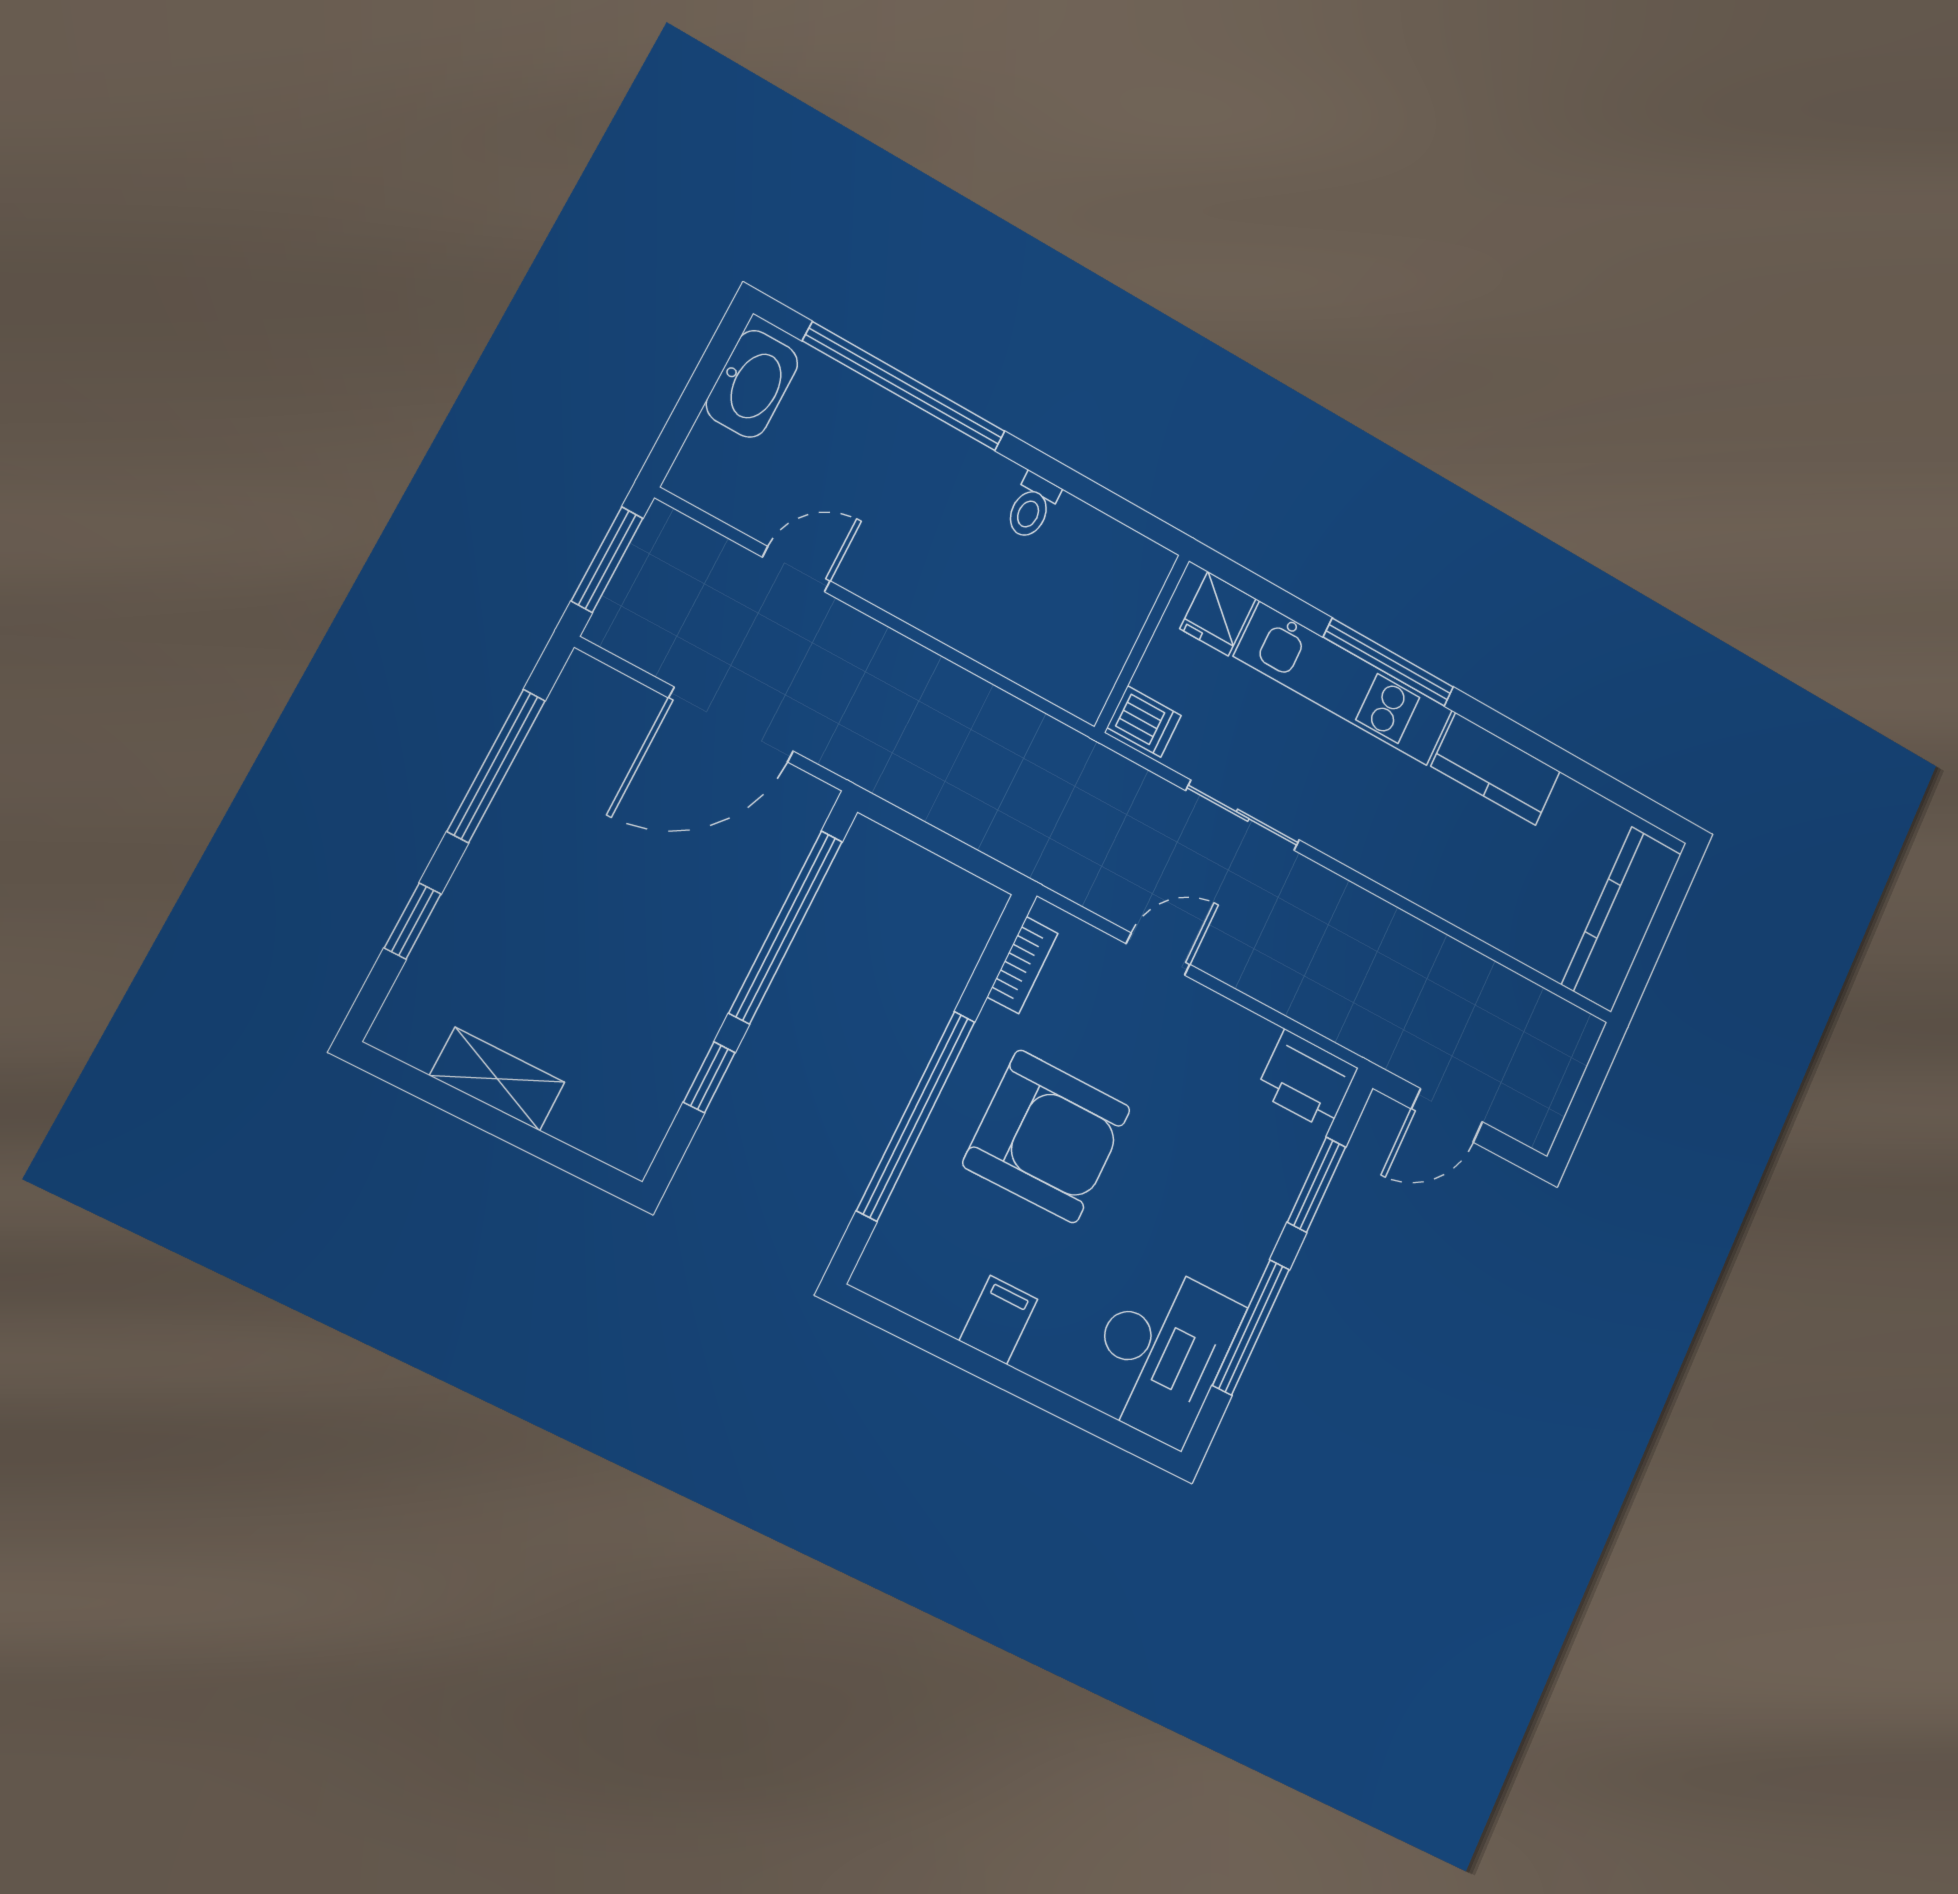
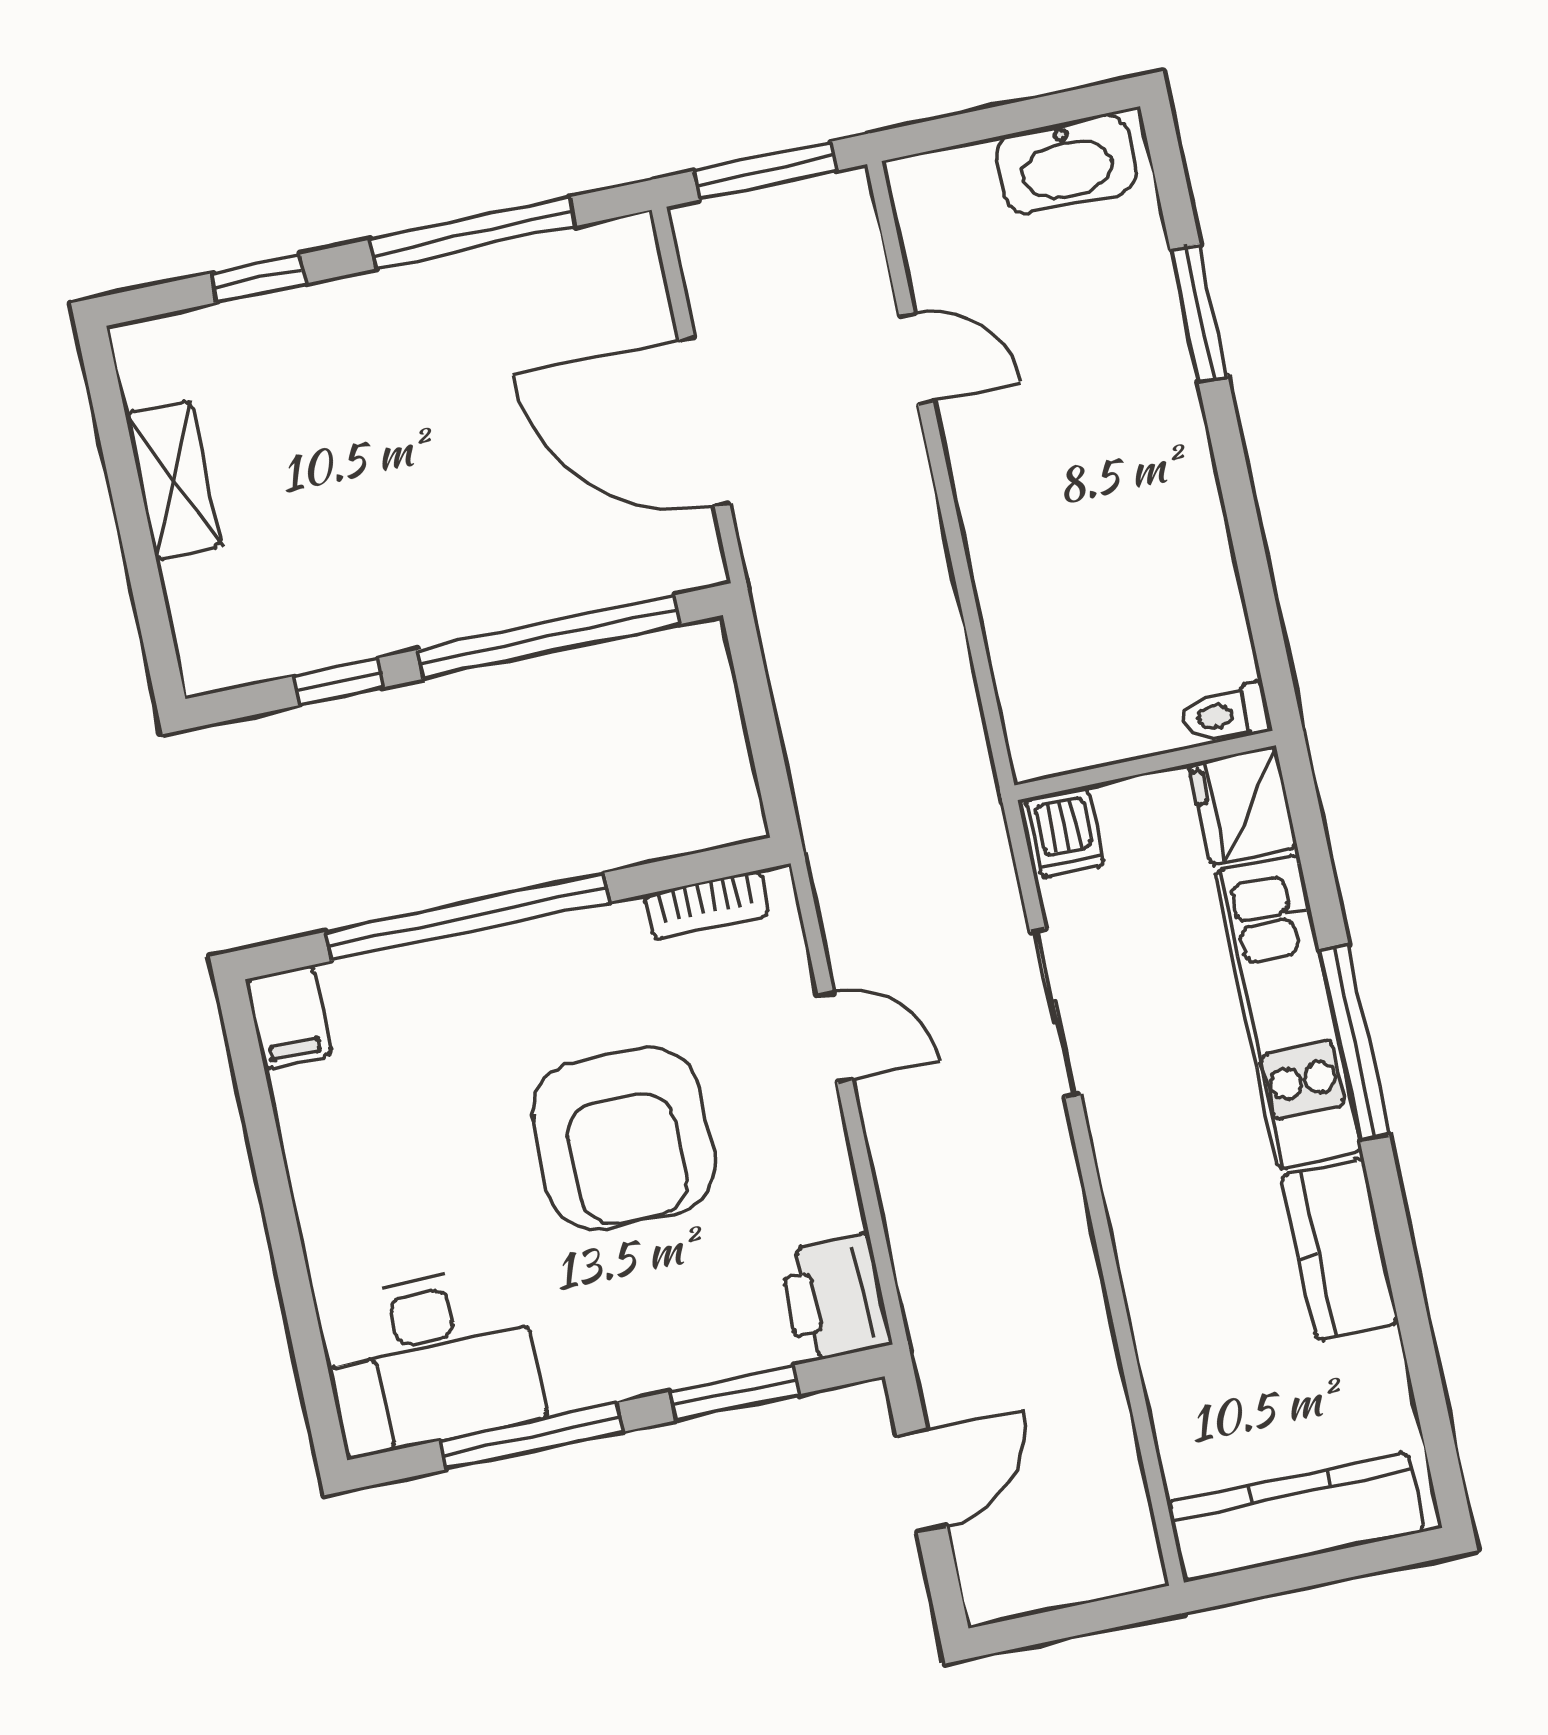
window: (904, 386) -> (1199, 313), width x0.47
toilet: (1032, 506) -> (1226, 714), moved
fridge: (1218, 614) -> (1243, 806), width x1.38
door: (1447, 1115) -> (922, 1481), swing flipped
armchair: (1047, 1136) -> (623, 1138), moved
filing cabinet: (998, 1320) -> (288, 1017), moved, turned 90

